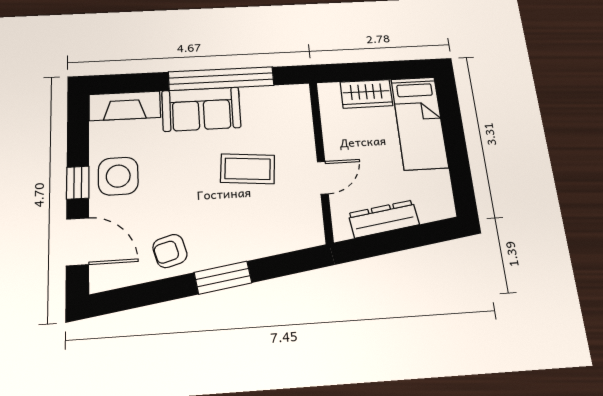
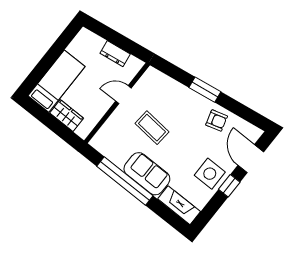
dresser: (384, 219) -> (115, 54), width x0.70

